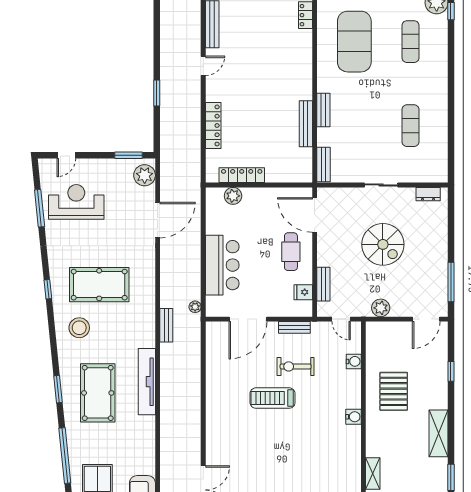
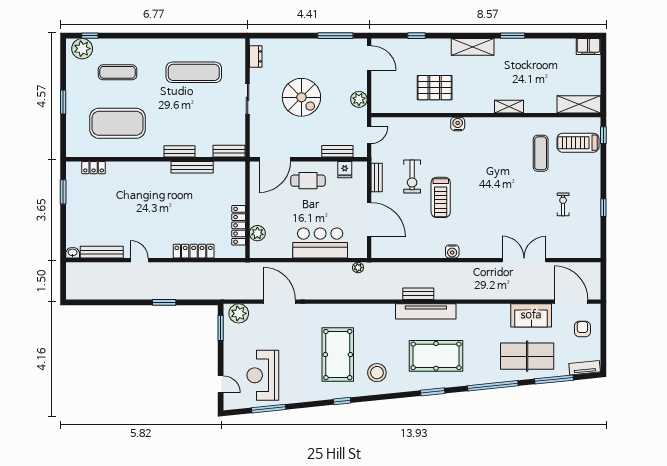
exercise mat: (410, 126) -> (194, 72), width x1.36, depth x1.45
spiral stairs: (383, 244) -> (301, 97), turned 90
bench: (166, 325) -> (418, 294), moved
water cooler: (354, 361) -> (452, 251), moved, turned 180

